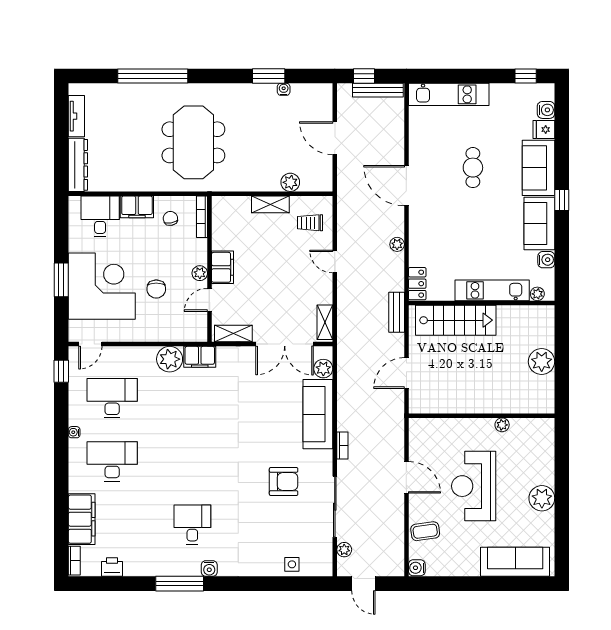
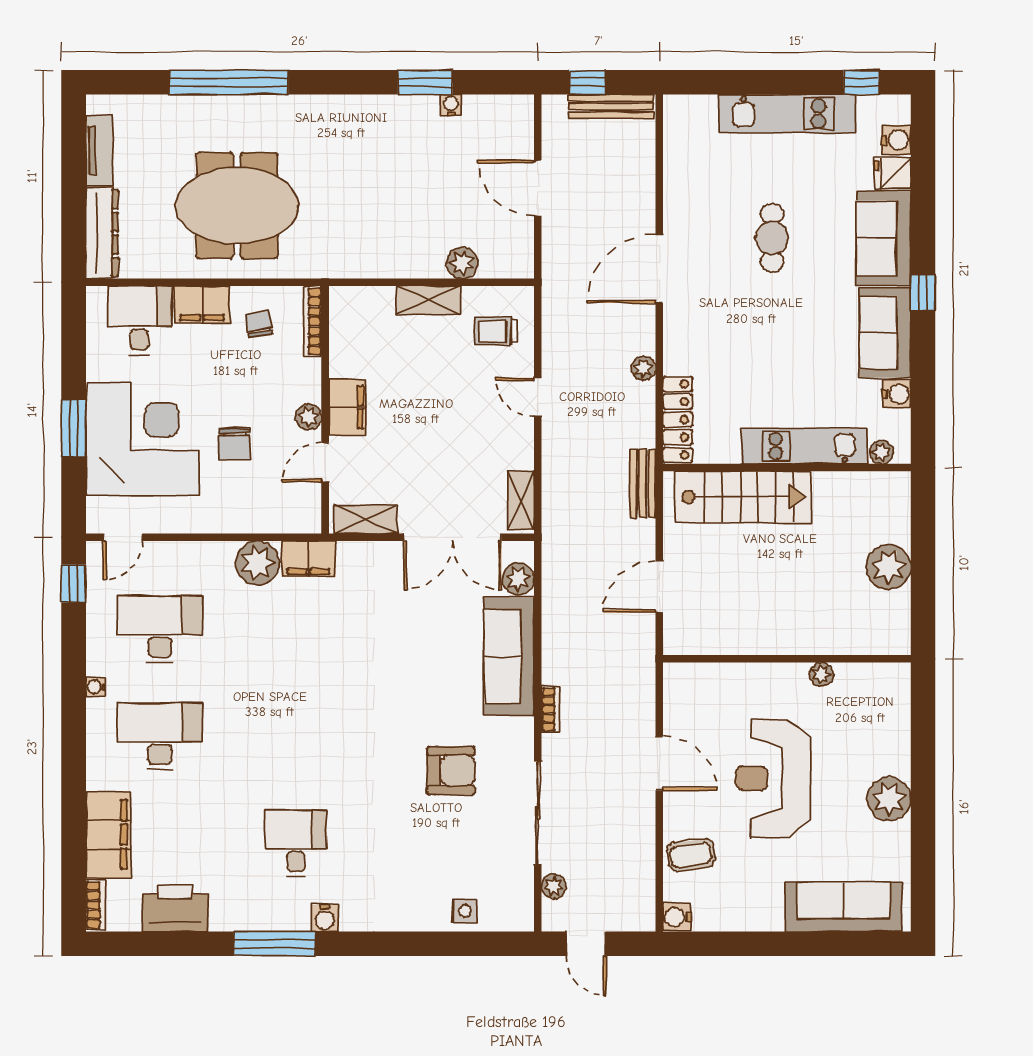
kitchen unit: (449, 94) -> (787, 114), moved
meeting table: (193, 142) -> (237, 206), moved, turned 90
door: (406, 186) -> (659, 269), hinge flipped
locker: (417, 284) -> (678, 419), width x1.53
printer: (112, 567) -> (175, 908), width x1.87, depth x1.48

